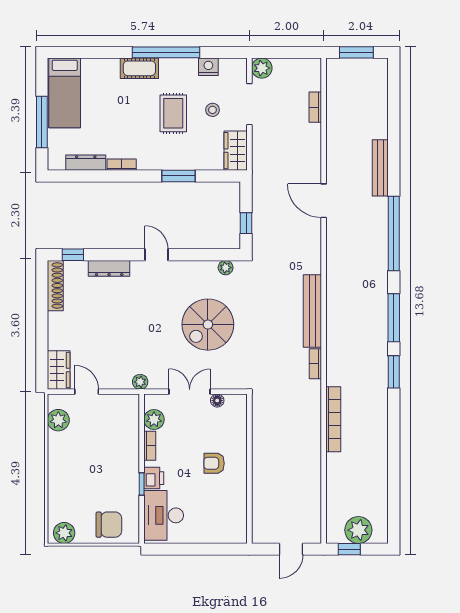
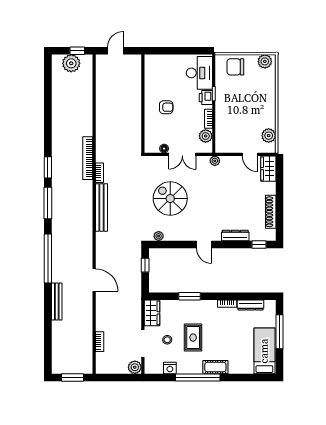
shoe rack: (55, 286) -> (271, 212), moved
spiral stairs: (208, 325) -> (170, 199), turned -90
bookcase: (333, 419) -> (88, 158), moved

